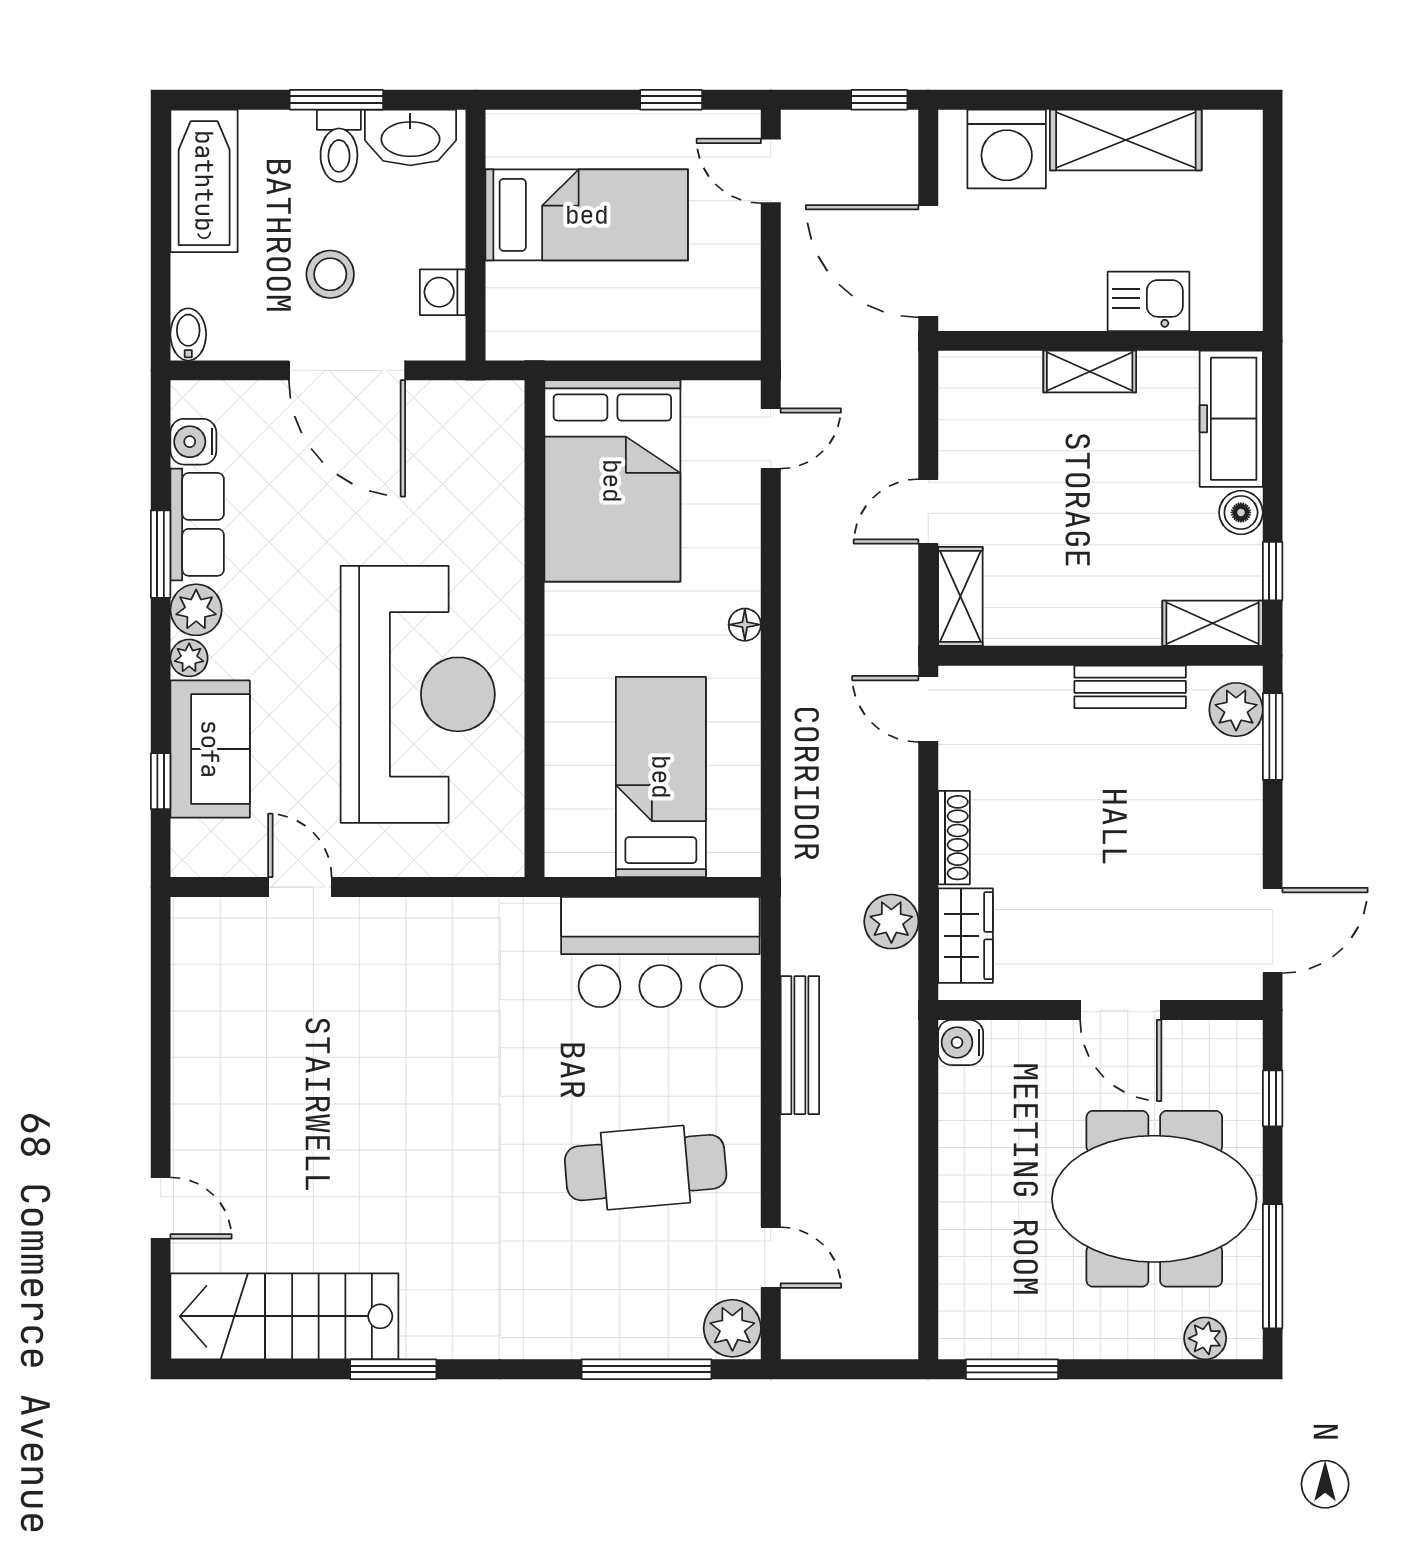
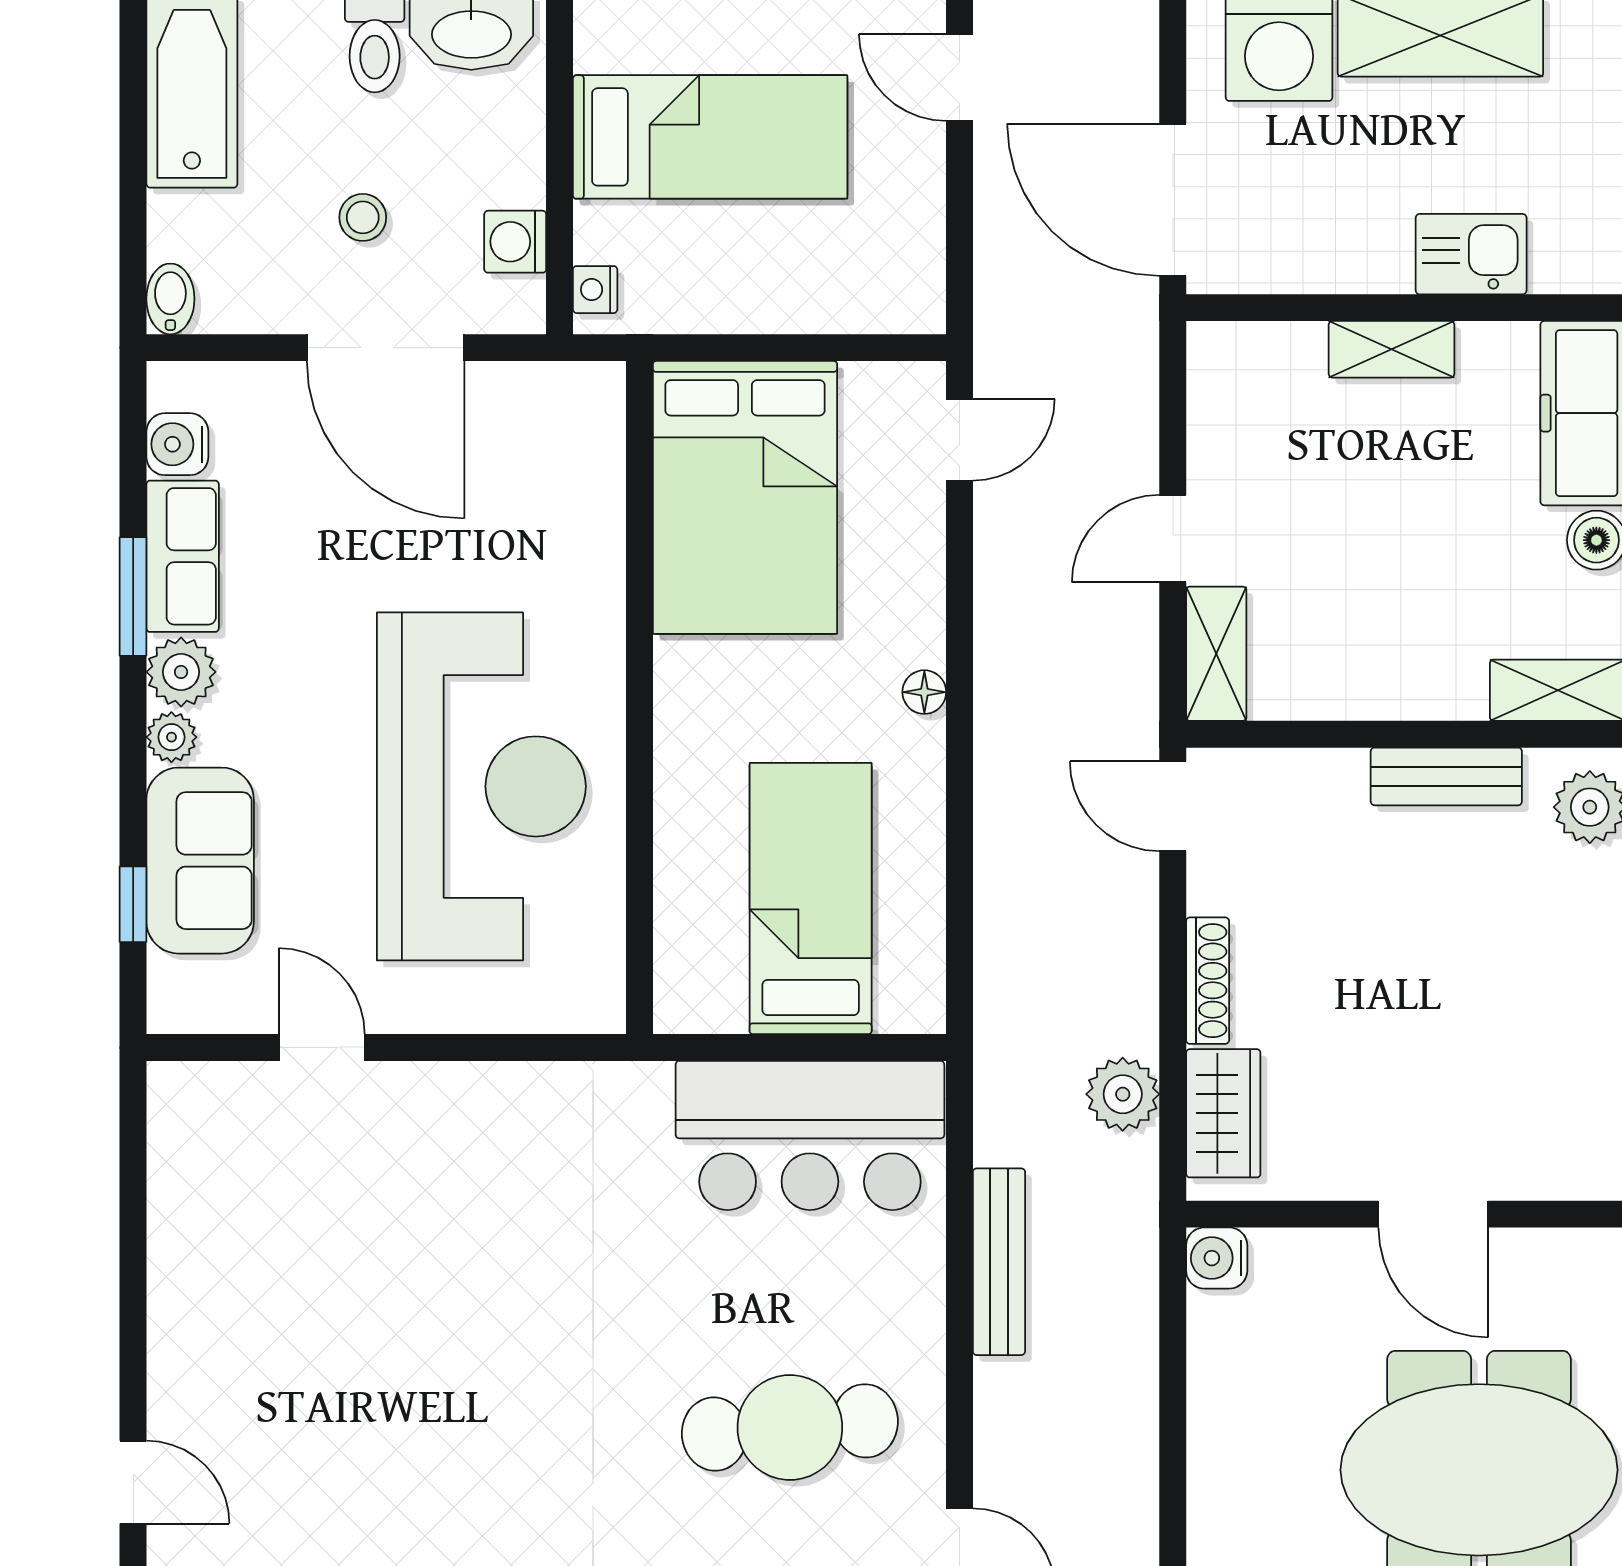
stool: (330, 274) -> (363, 217), width x0.73, depth x0.73
nightstand: (502, 327) -> (595, 290), added

